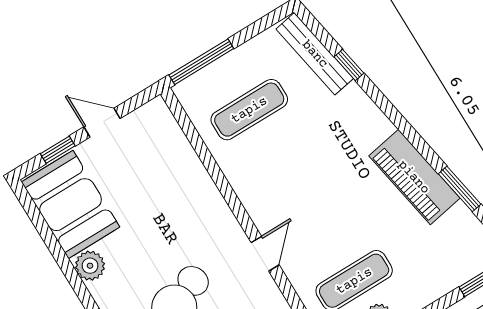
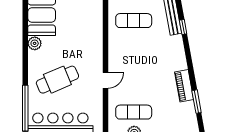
piano: (414, 177) -> (184, 86), width x0.73, depth x0.75

